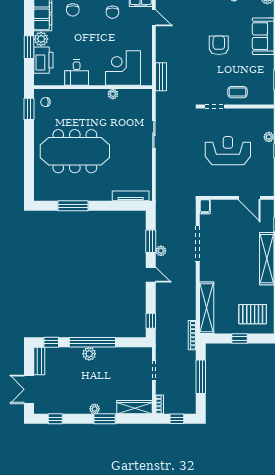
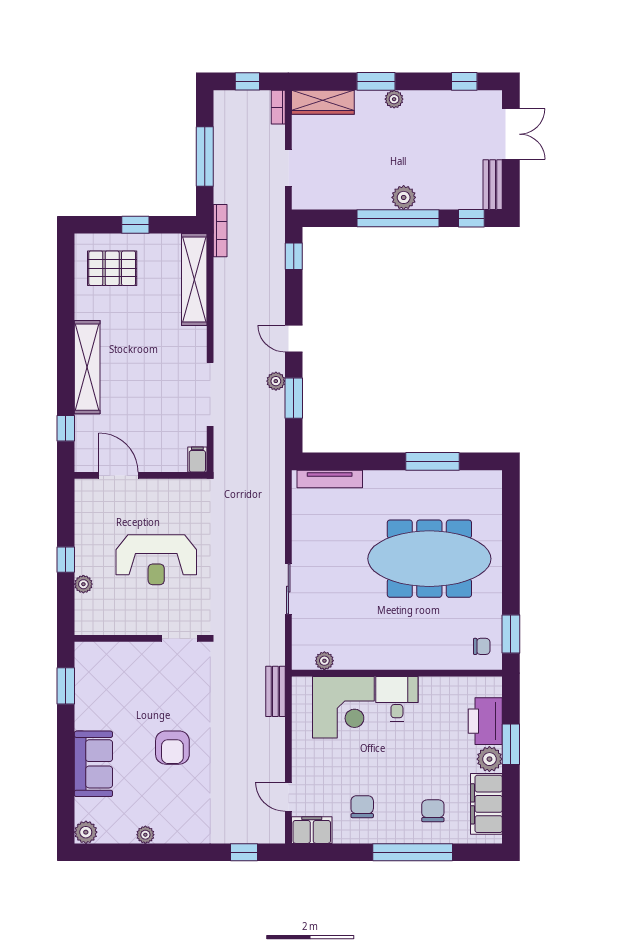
desk: (77, 73) -> (397, 699), moved
coffee table: (237, 92) -> (139, 664), removed
plant: (113, 94) -> (324, 661), moved

